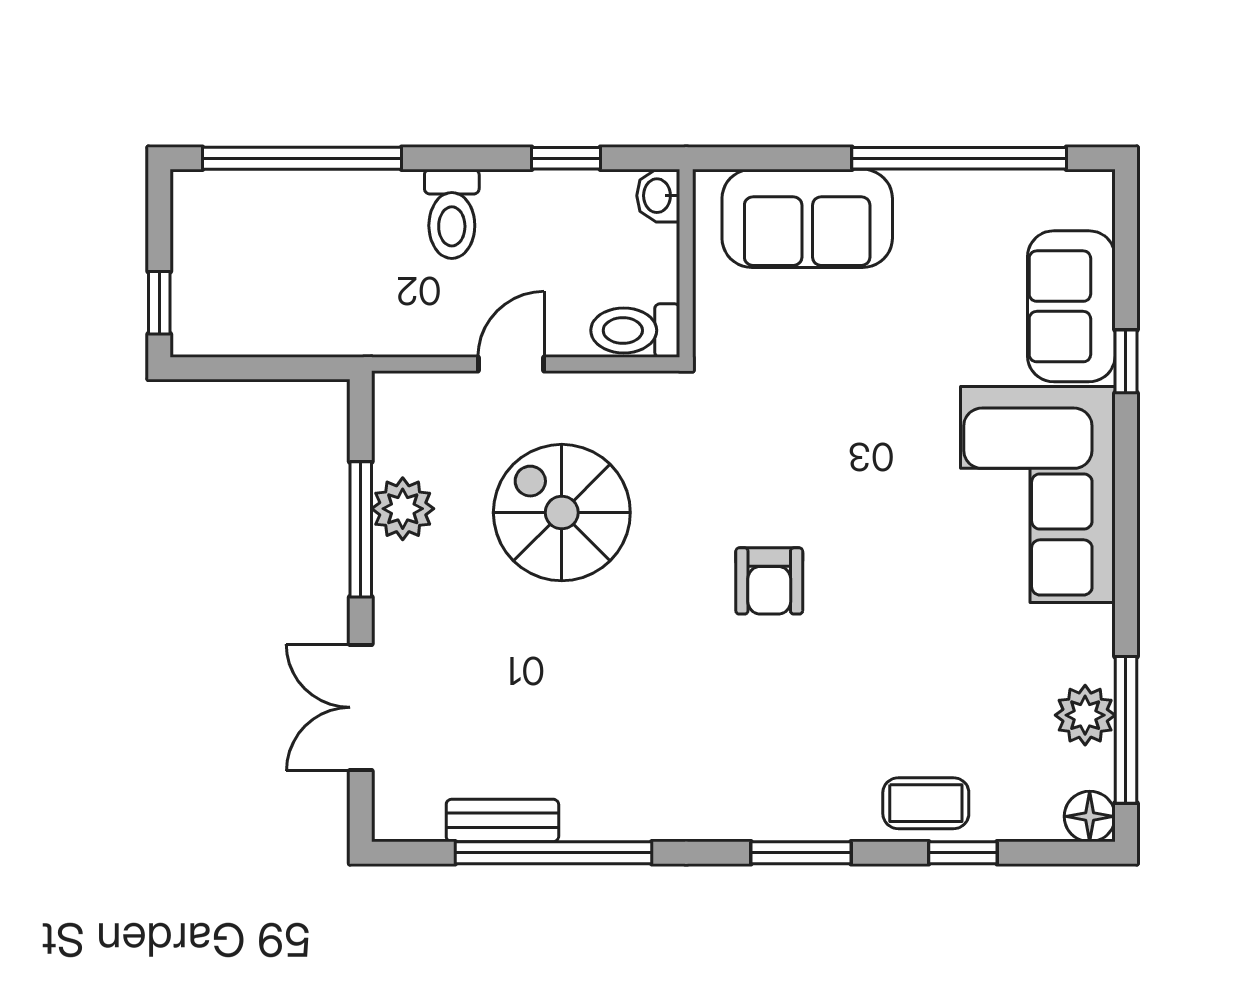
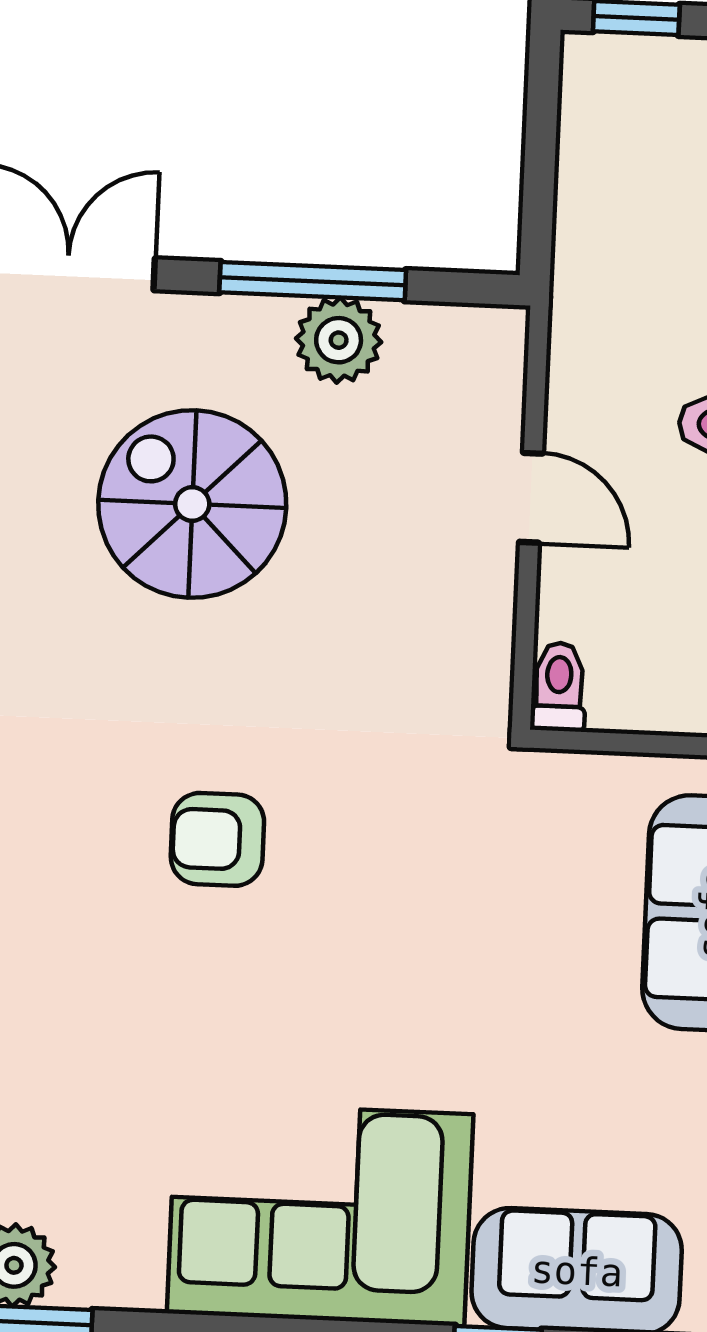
toilet: (635, 330) -> (559, 687), width x0.73, depth x0.72
spiral stairs: (562, 513) -> (192, 504), moved, turned -90

